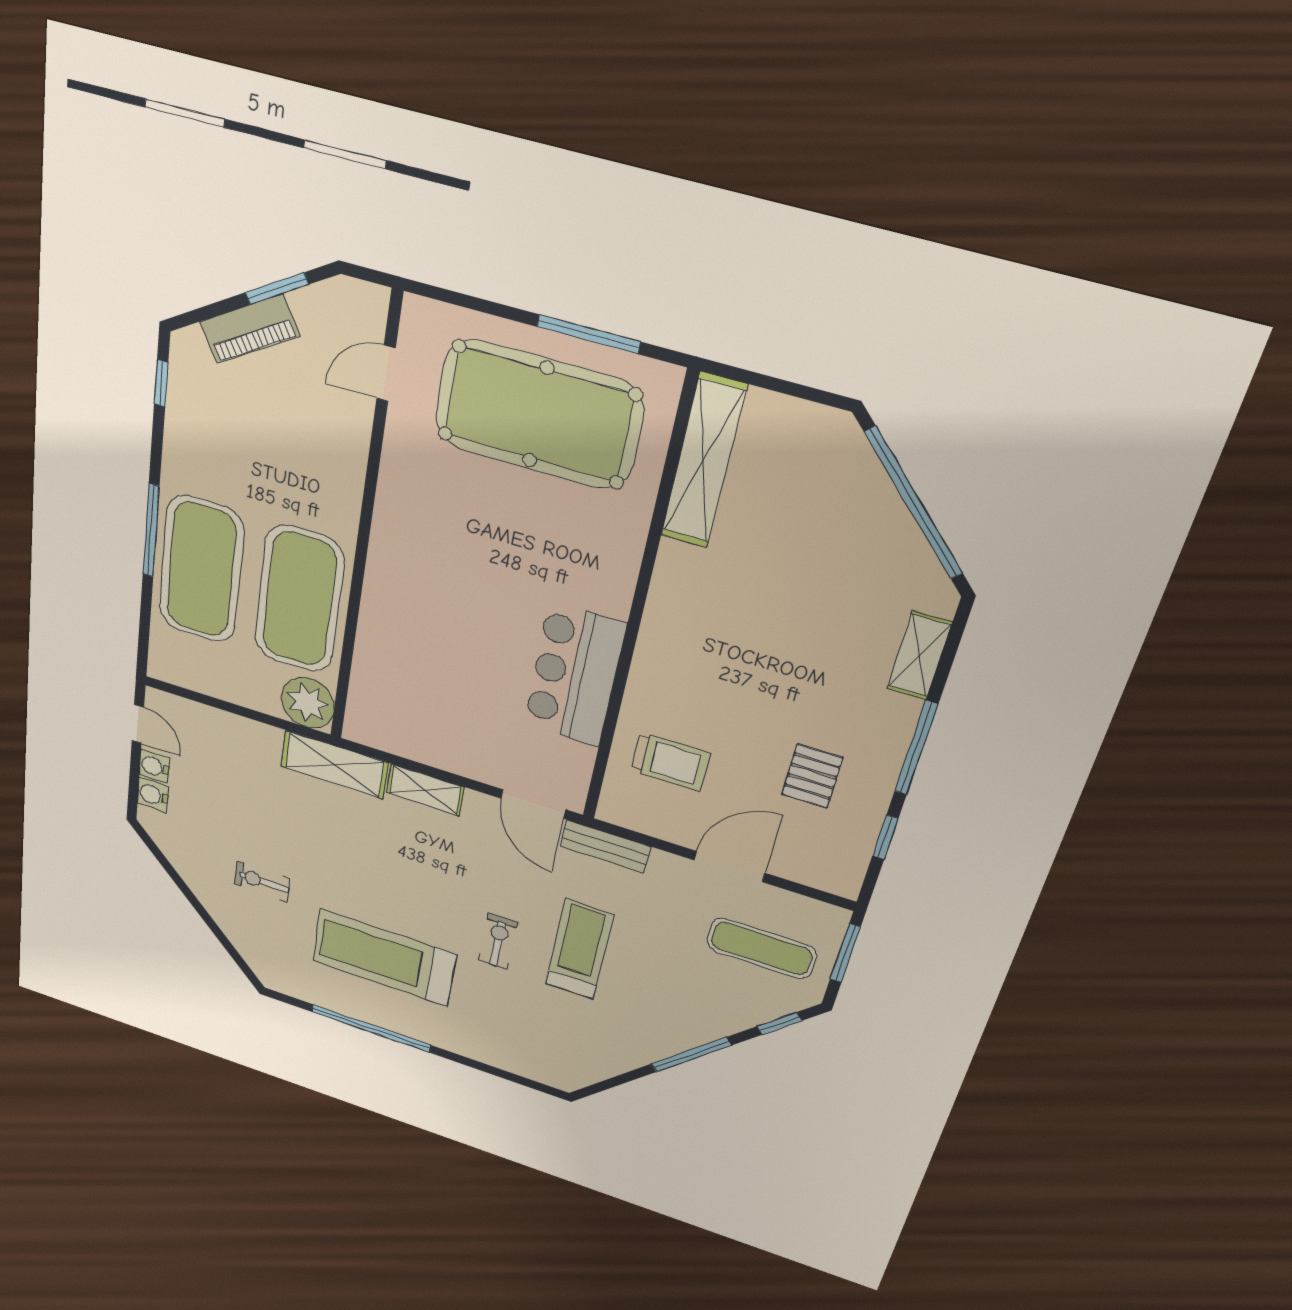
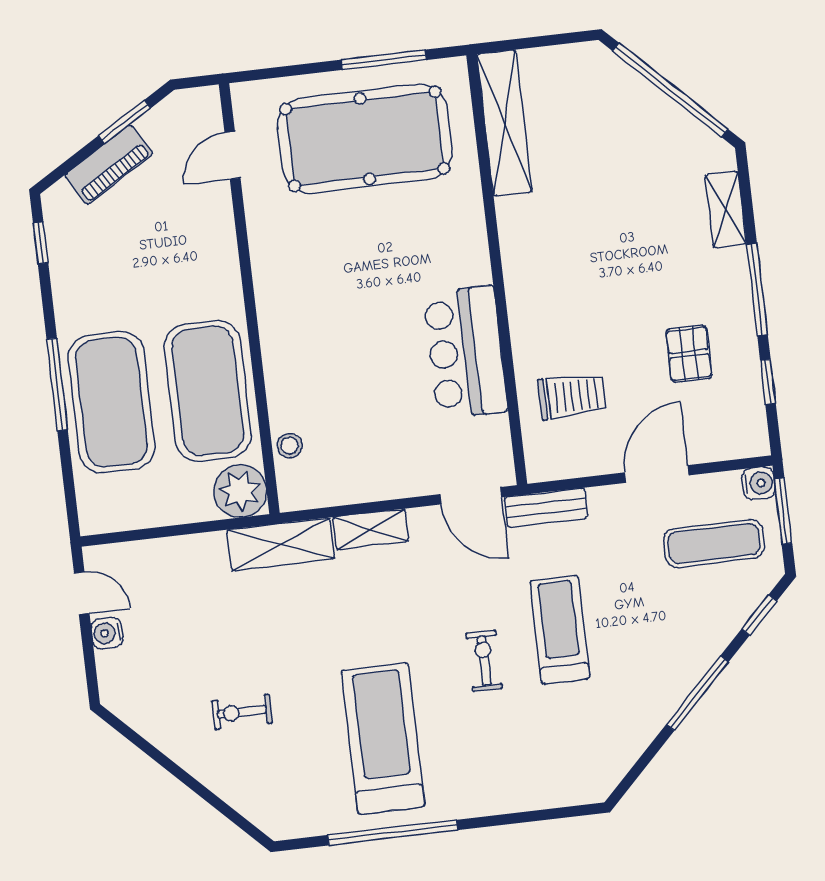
stool: (367, 684) -> (290, 446), added
water cooler: (153, 795) -> (759, 483), moved, turned 180
treadmill: (384, 958) -> (383, 739), turned 90

